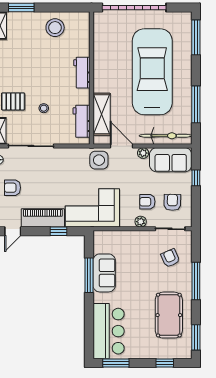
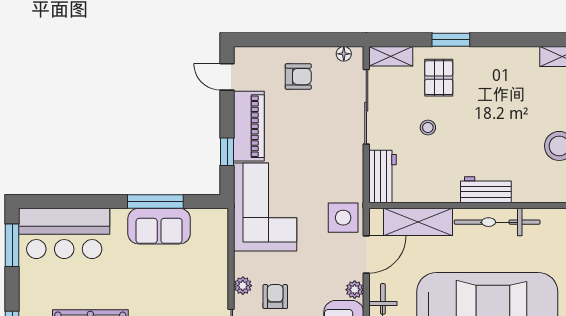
bicycle: (102, 66) -> (497, 222), added
workbench: (82, 121) -> (383, 176), moved, turned 90
armchair: (12, 188) -> (298, 77), turned 90

